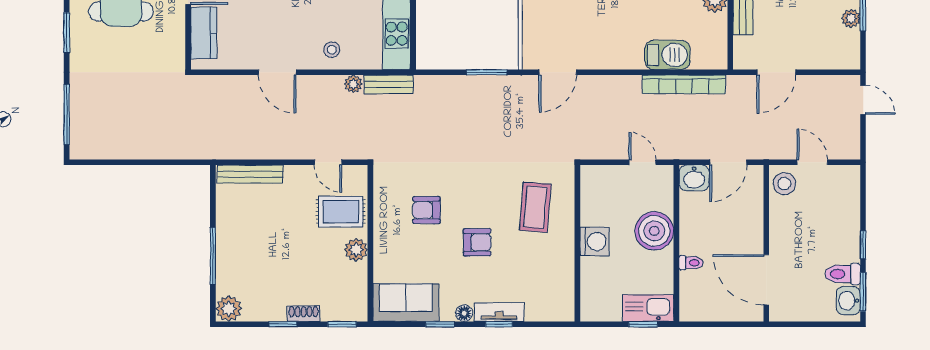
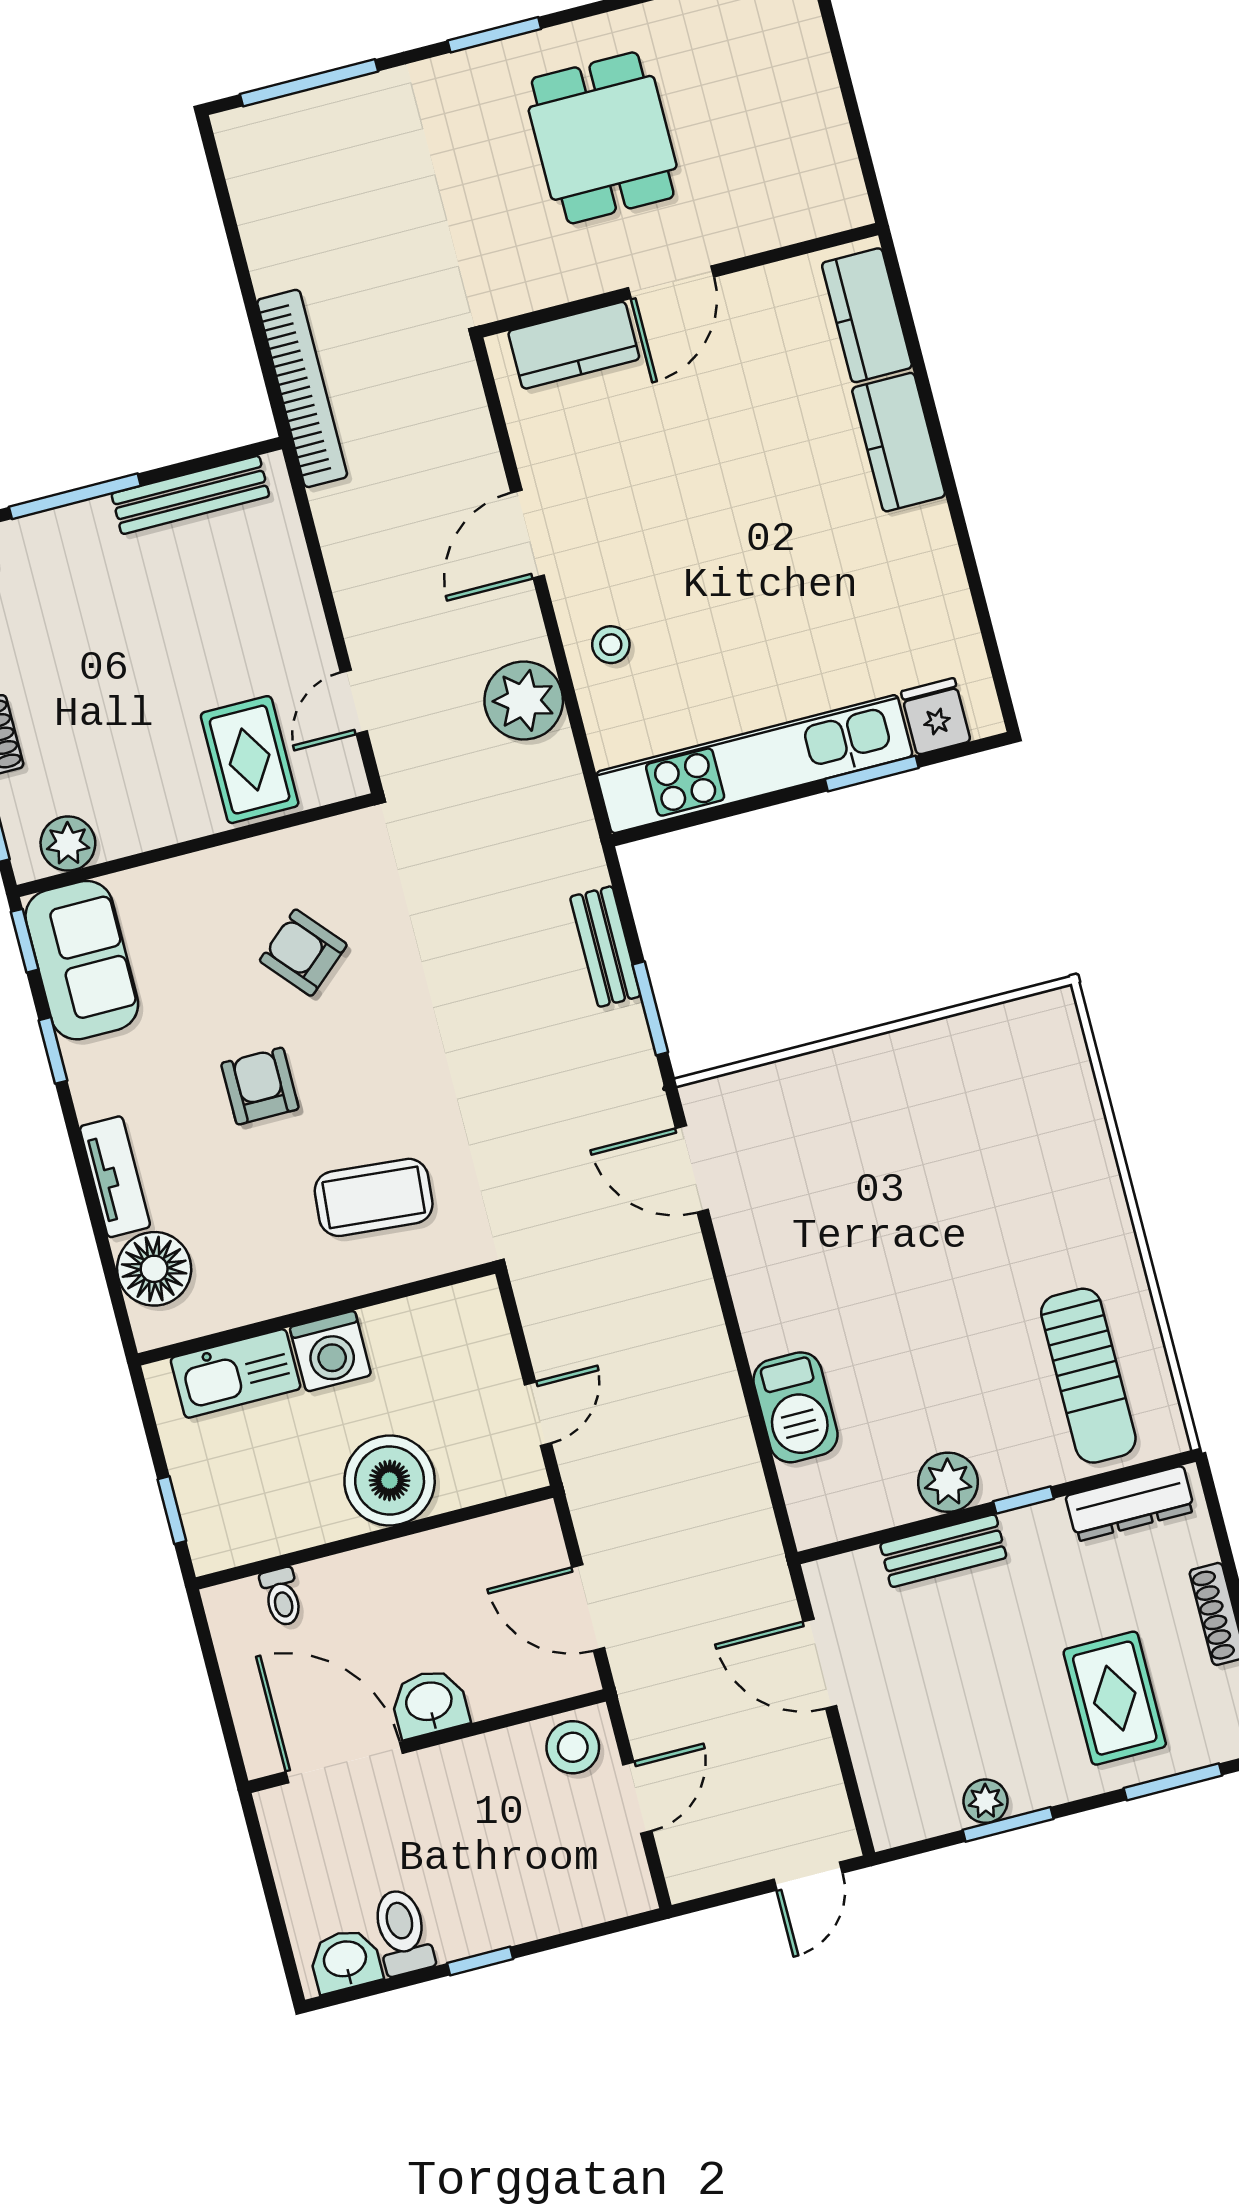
plant: (353, 84) -> (524, 700), width x1.88, depth x1.88
bench: (389, 84) -> (605, 947), moved
bookcase: (684, 84) -> (302, 388), moved, turned 180
bench: (250, 174) -> (190, 495), moved, turned 90
washbasin: (694, 178) -> (429, 1703), moved, turned 90
armchair: (426, 210) -> (303, 953), turned -41
armchair: (477, 242) -> (260, 1086), turned 180
plant: (356, 250) -> (68, 844), moved
toilet: (691, 263) -> (282, 1597), moved
door: (766, 280) -> (344, 1763), hinge flipped
window: (863, 292) -> (374, 1988), removed
kitchen sink: (648, 308) -> (236, 1373), moved, turned 90
floor lamp: (464, 313) -> (154, 1269), moved, width x1.89, depth x1.89
window: (499, 324) -> (25, 941), moved

